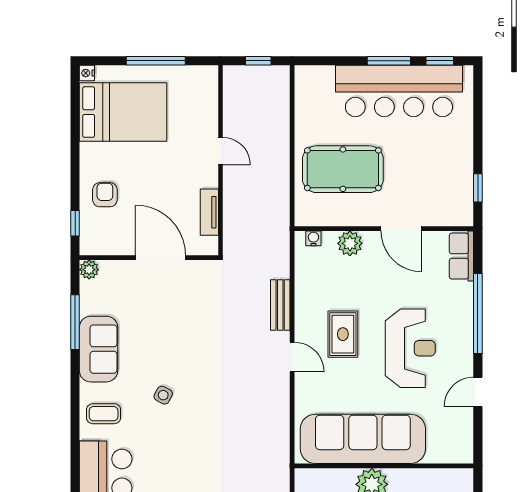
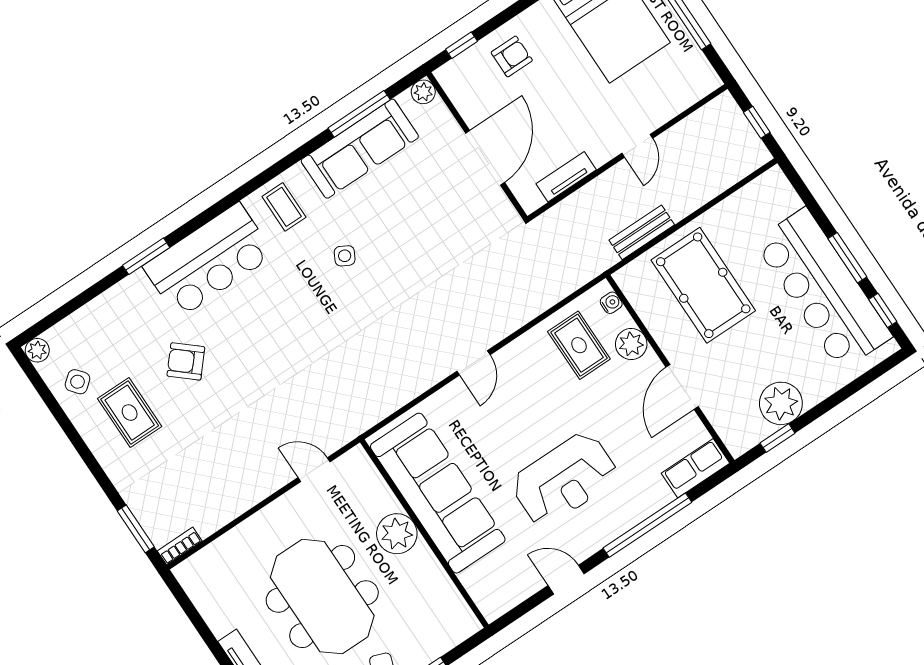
plant: (456, 170) -> (781, 403), added
bench: (280, 305) -> (642, 232), moved
rug: (343, 334) -> (579, 345), moved, turned 90
sofa: (99, 349) -> (360, 149), width x1.36

